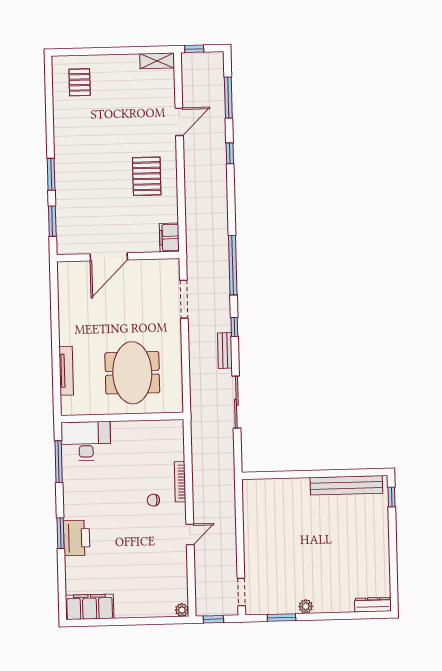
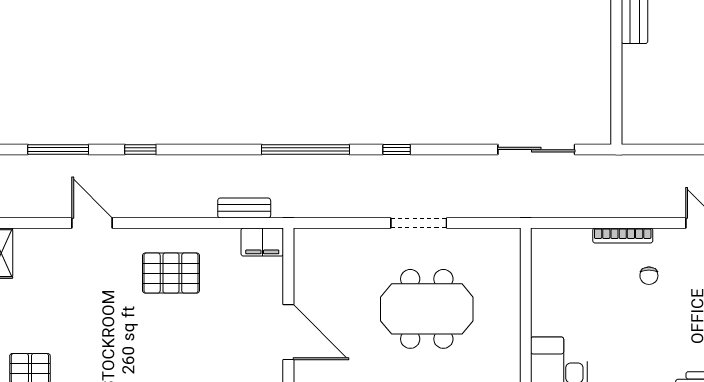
doorway: (184, 299) -> (419, 223), moved
bench: (225, 350) -> (244, 208), moved
meeting table: (132, 373) -> (427, 309), moved
sliding door: (236, 402) -> (536, 150), moved

